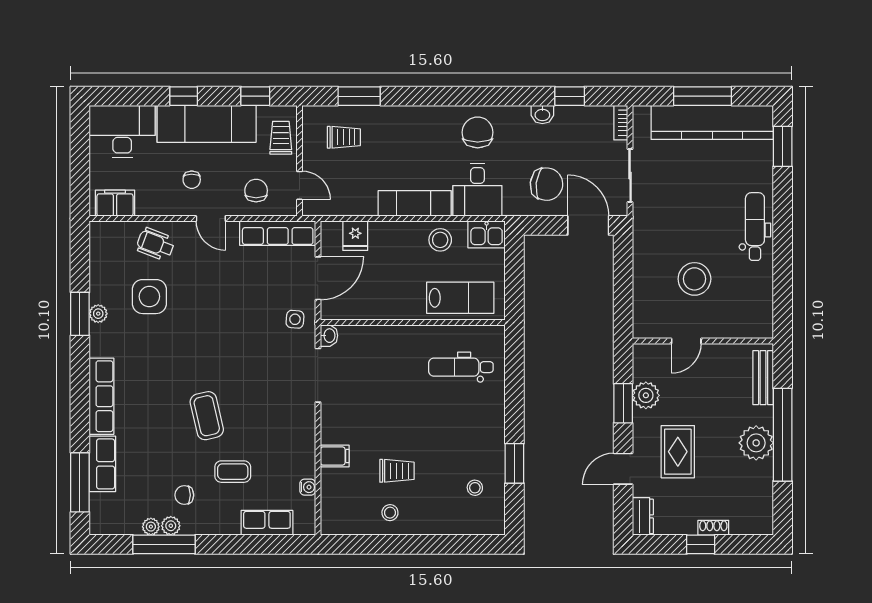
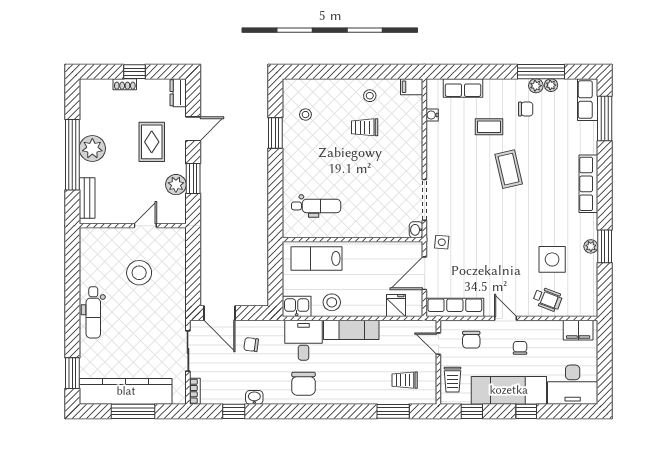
chair: (547, 184) -> (251, 345), width x0.54, depth x0.54
filing cabinet: (335, 456) -> (412, 87), moved
row of seats: (102, 464) -> (588, 100), moved

